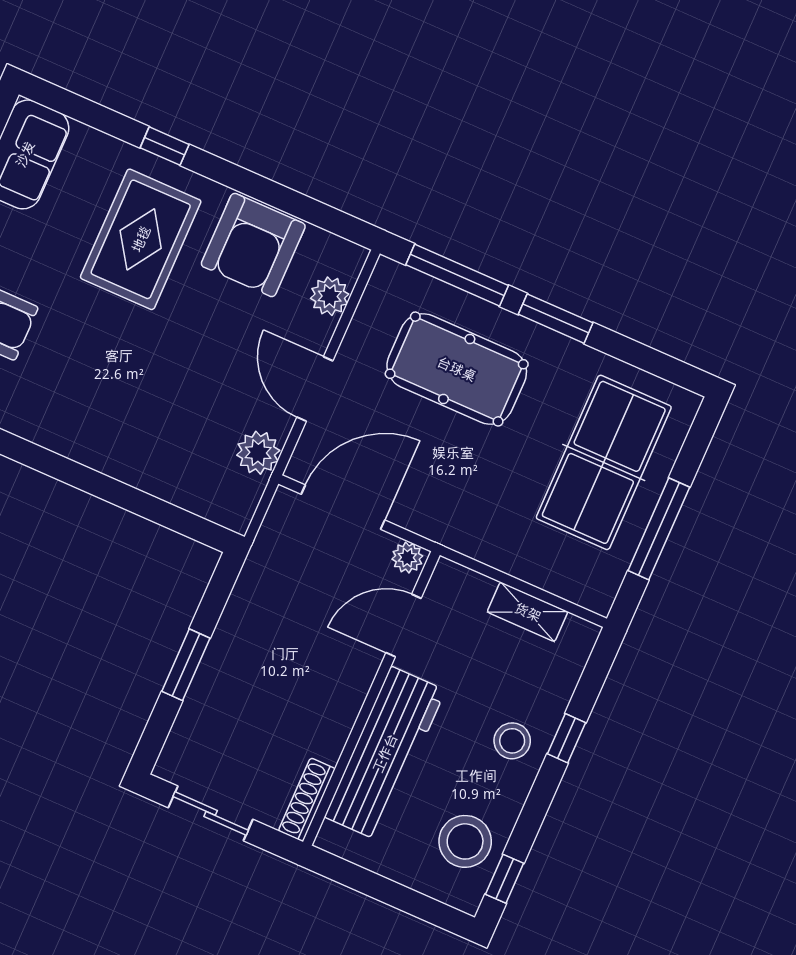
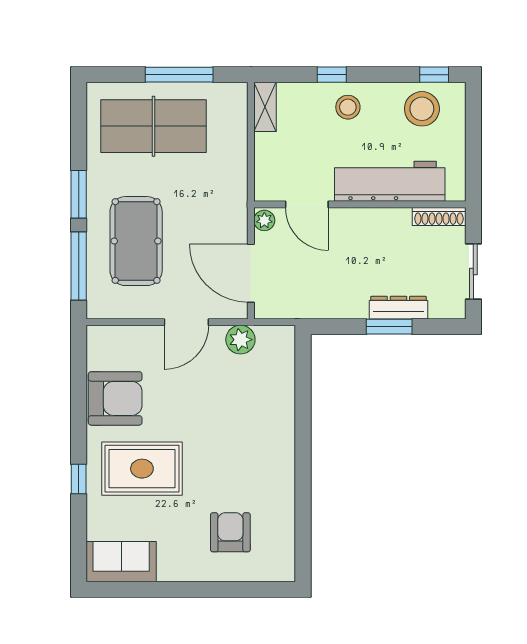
plant: (330, 296) -> (126, 338), removed
shelving: (528, 612) -> (265, 107), moved
dresser: (206, 689) -> (398, 308), added

